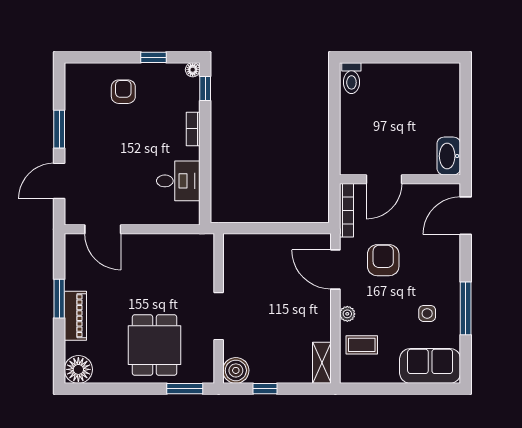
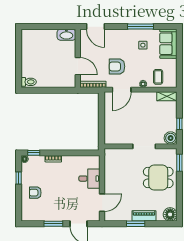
desk: (178, 181) -> (89, 179), moved, turned 90

